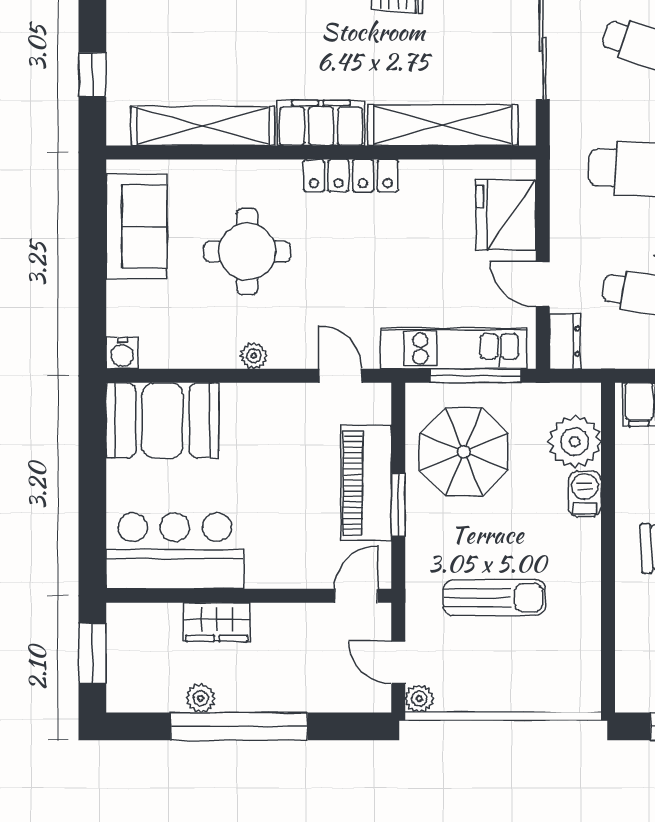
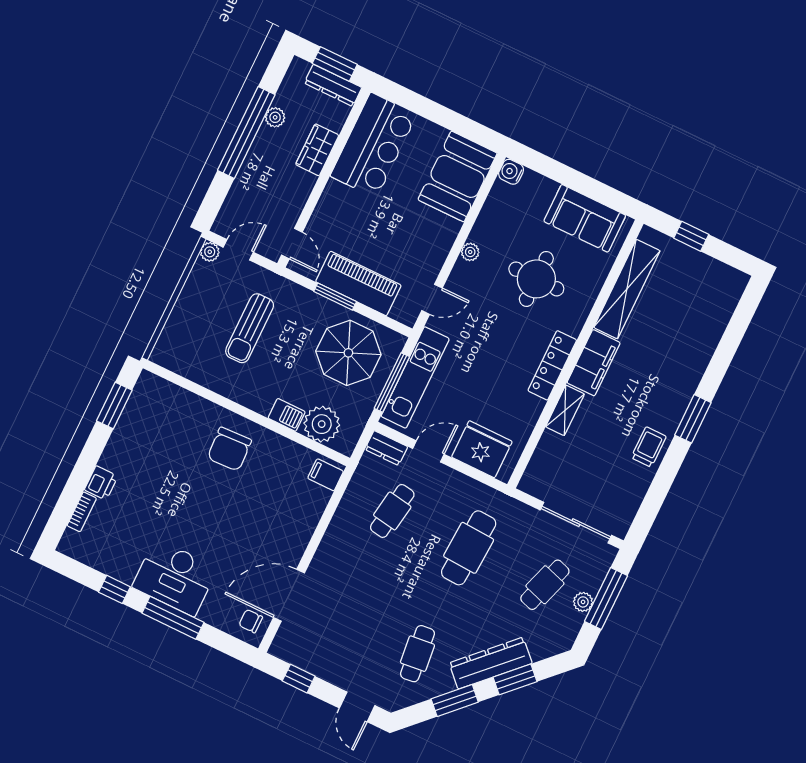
shelving: (443, 125) -> (565, 410), width x0.45, depth x0.75
dresser: (122, 642) -> (333, 85), added

